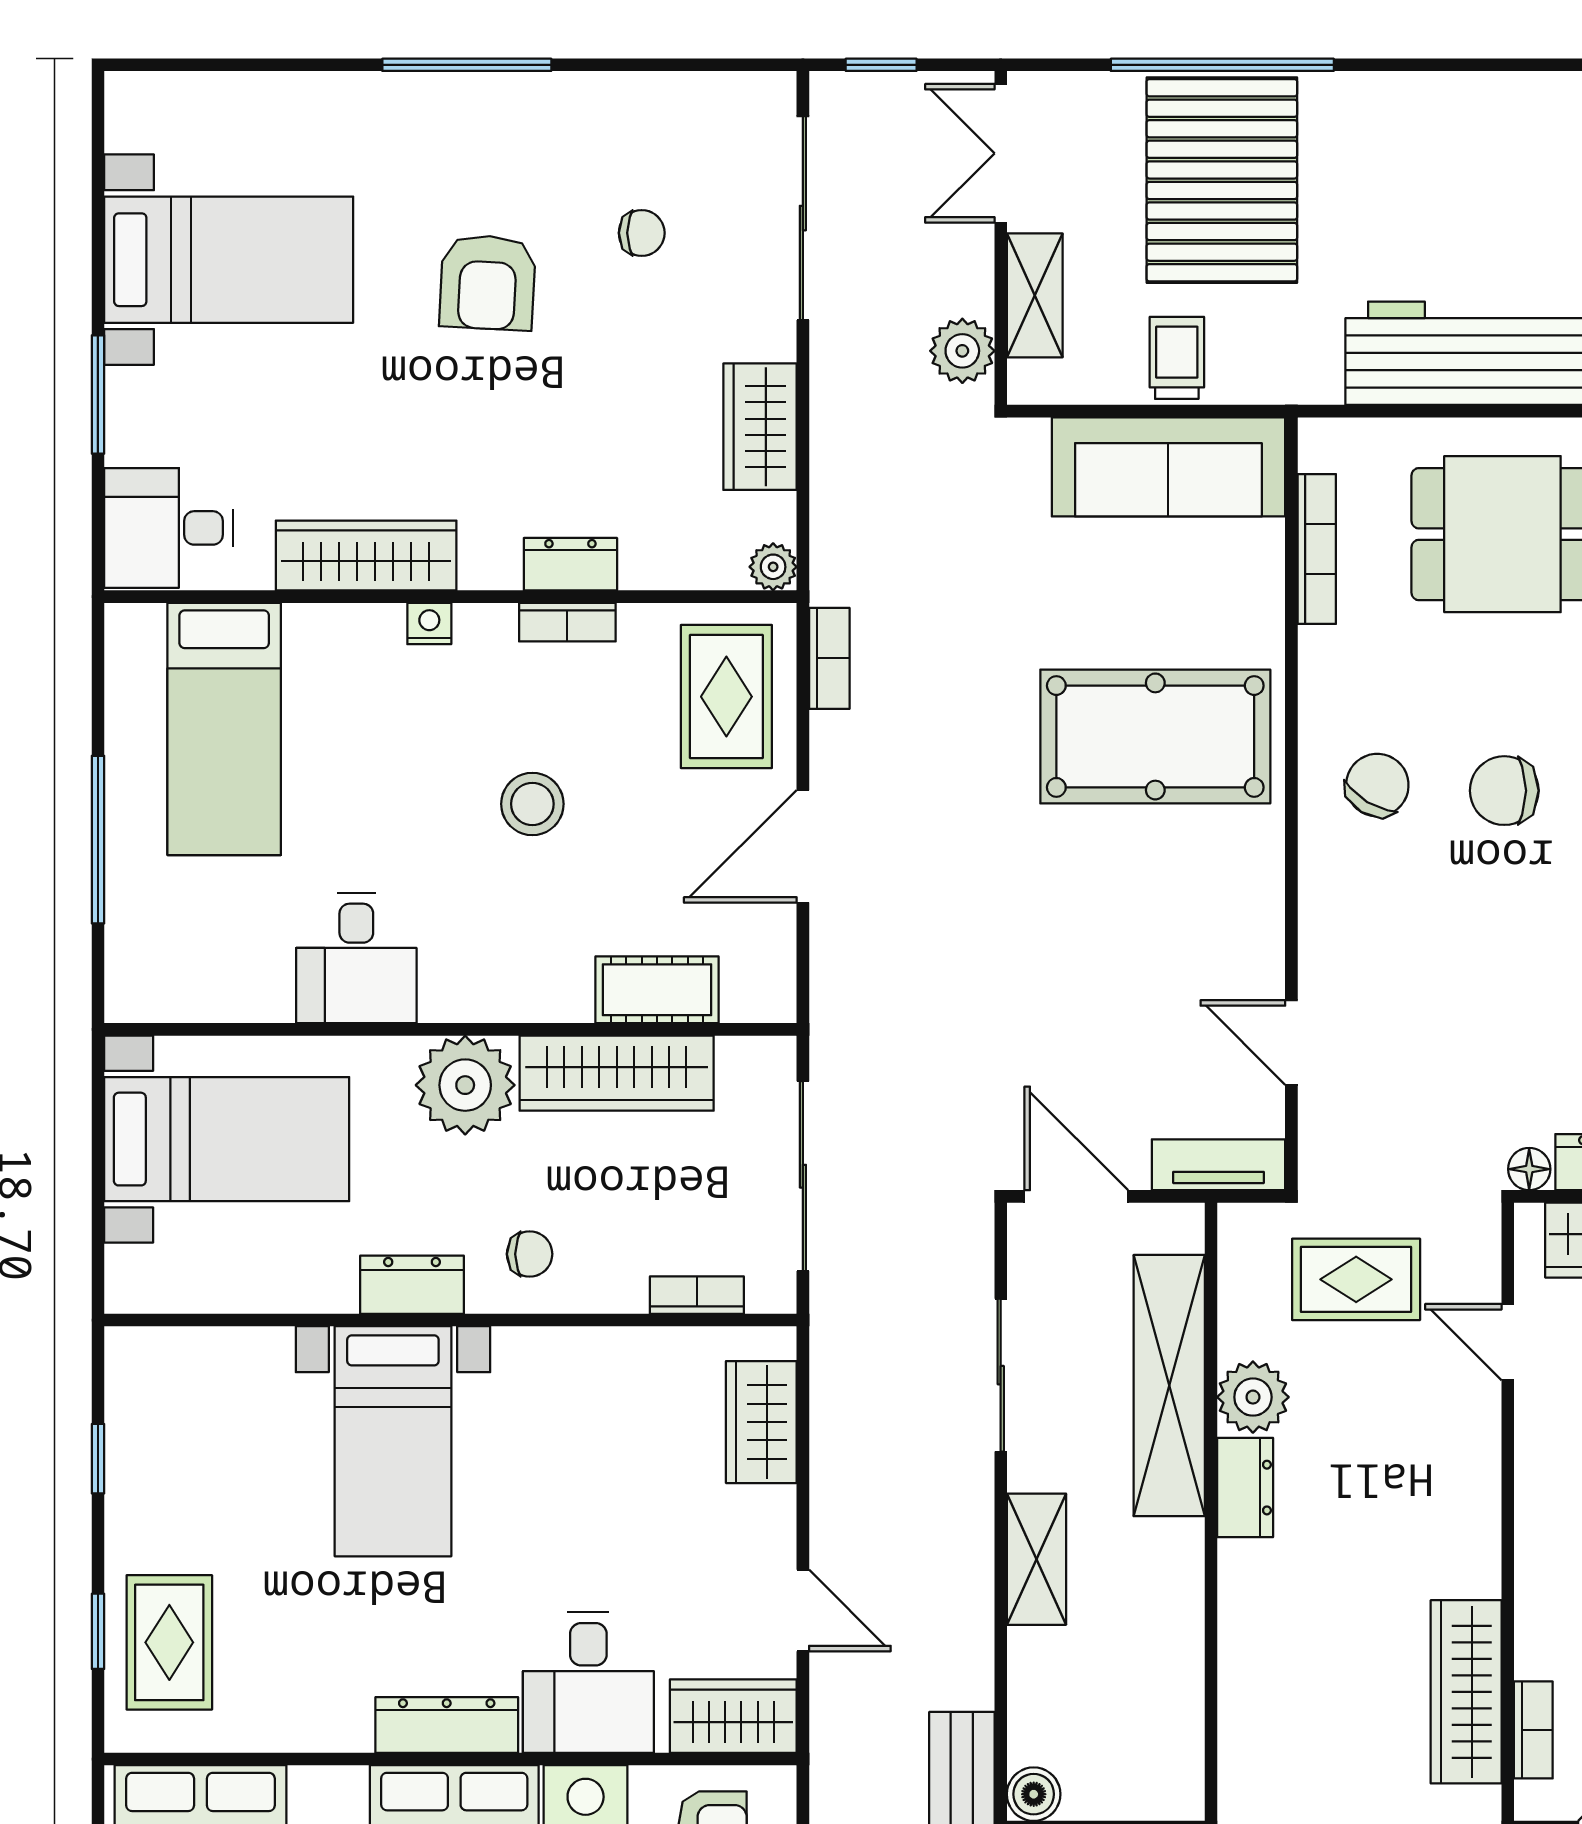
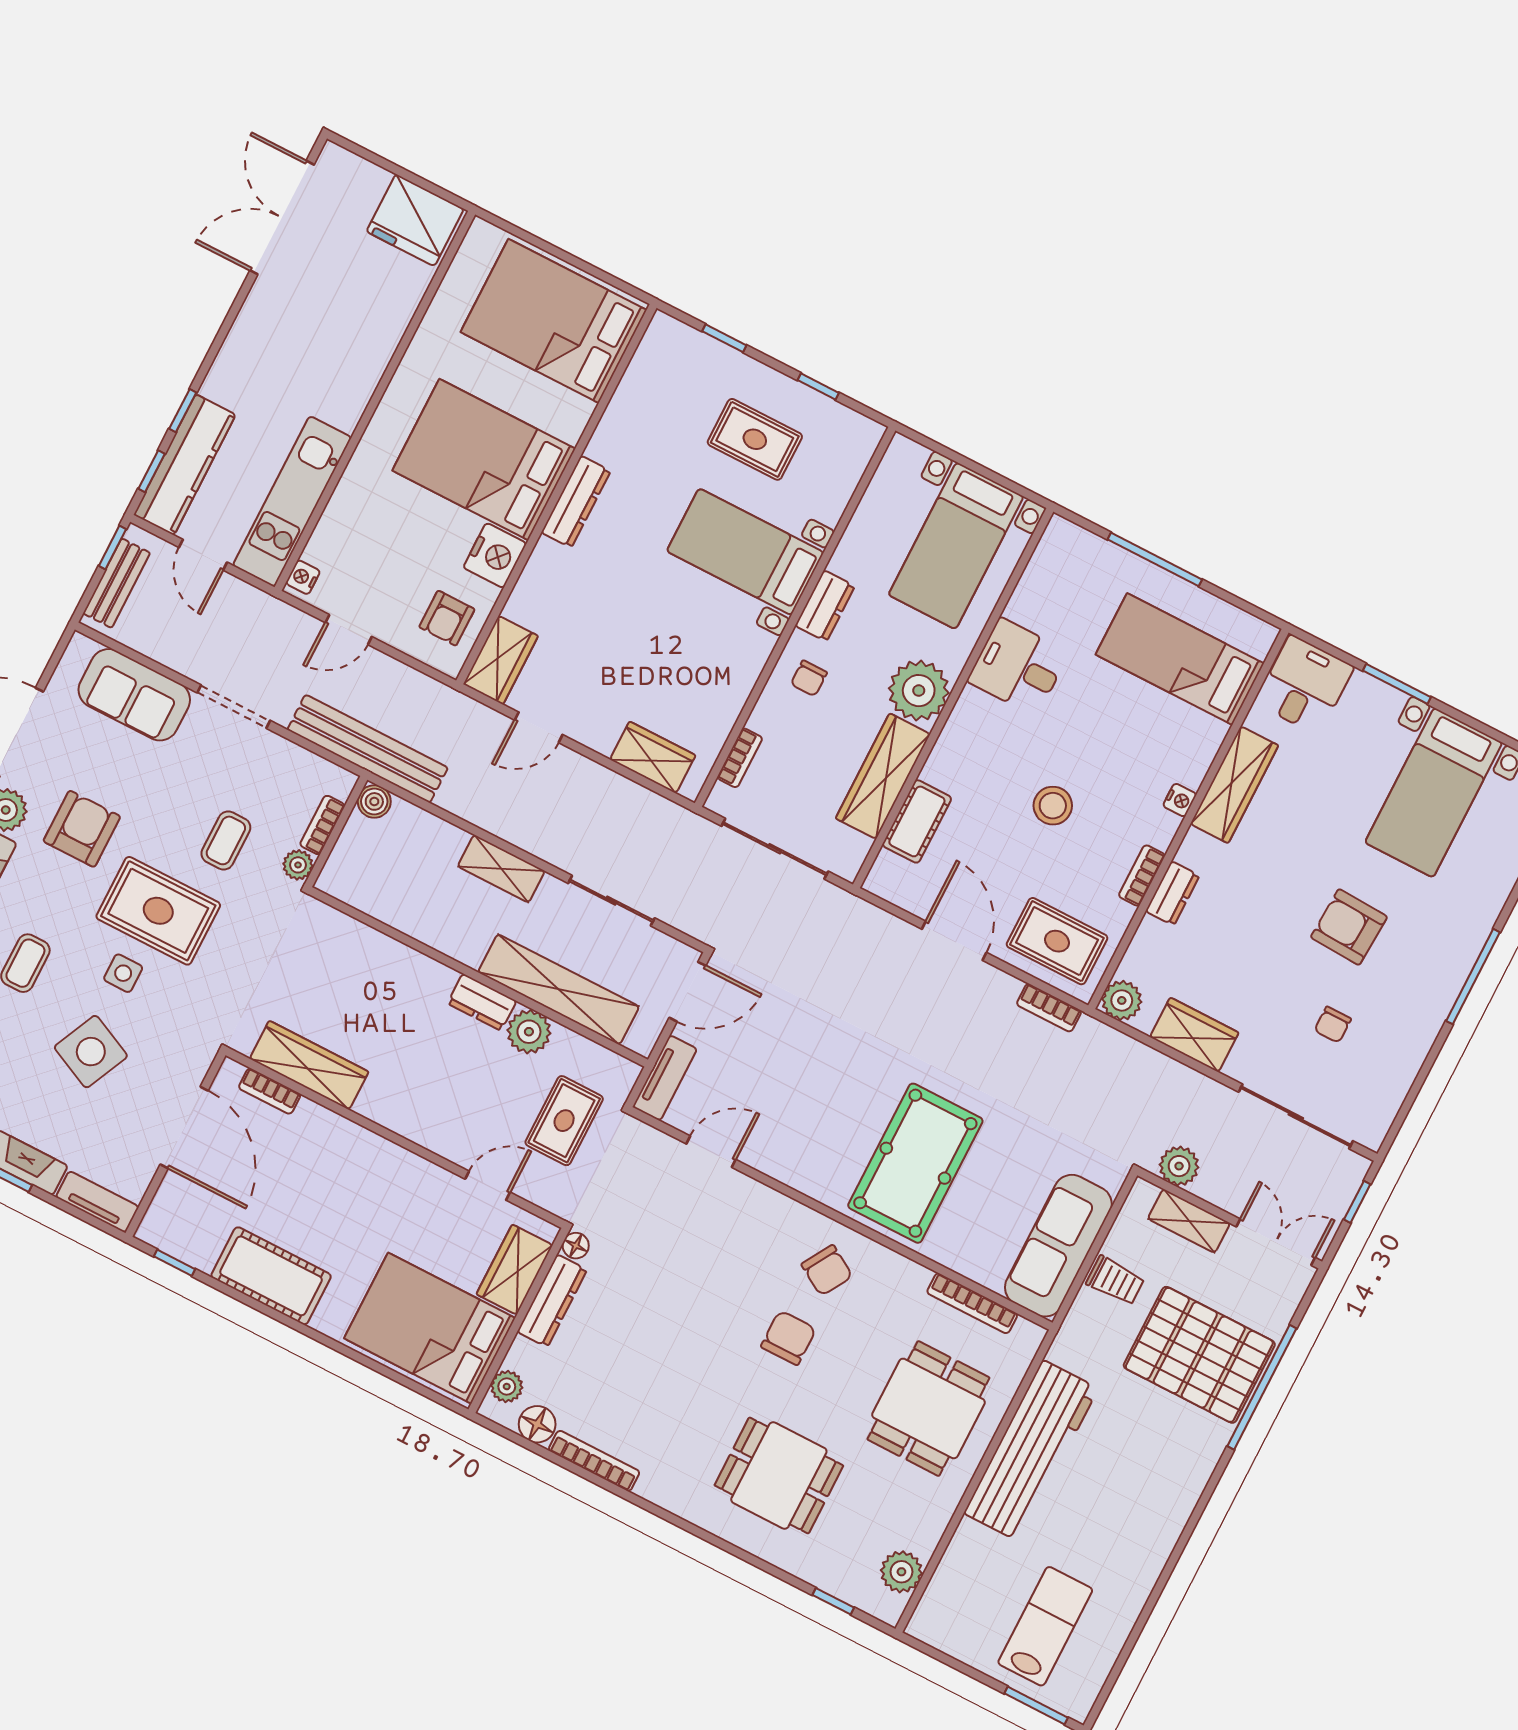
plant: (773, 567) -> (1122, 1000), width x1.38, depth x1.38
rug: (169, 1642) -> (755, 439), moved
desk: (588, 1682) -> (560, 591), removed

